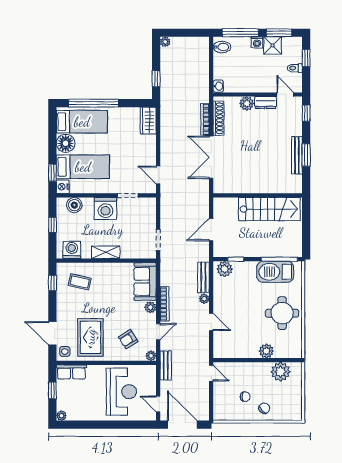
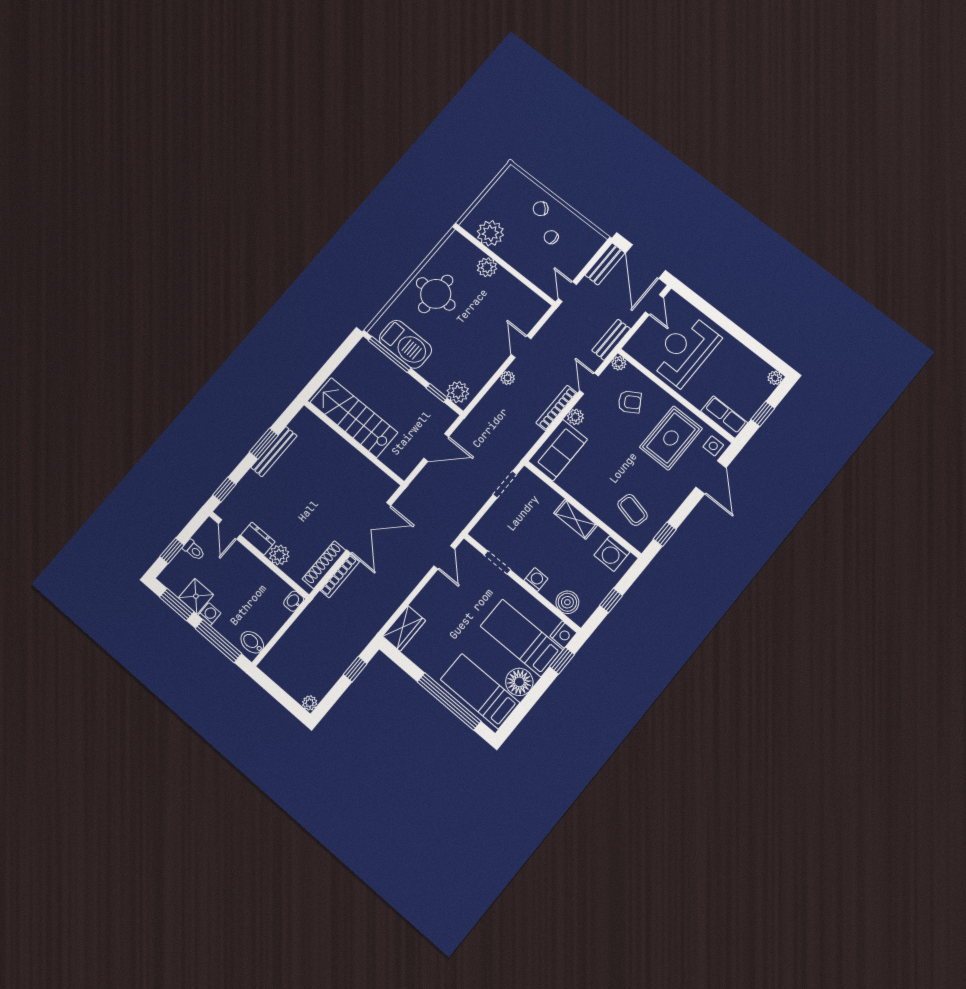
washing machine: (106, 209) -> (536, 580), width x0.53, depth x0.53
bench: (203, 277) -> (605, 264), moved
door: (158, 332) -> (589, 383), hinge flipped

